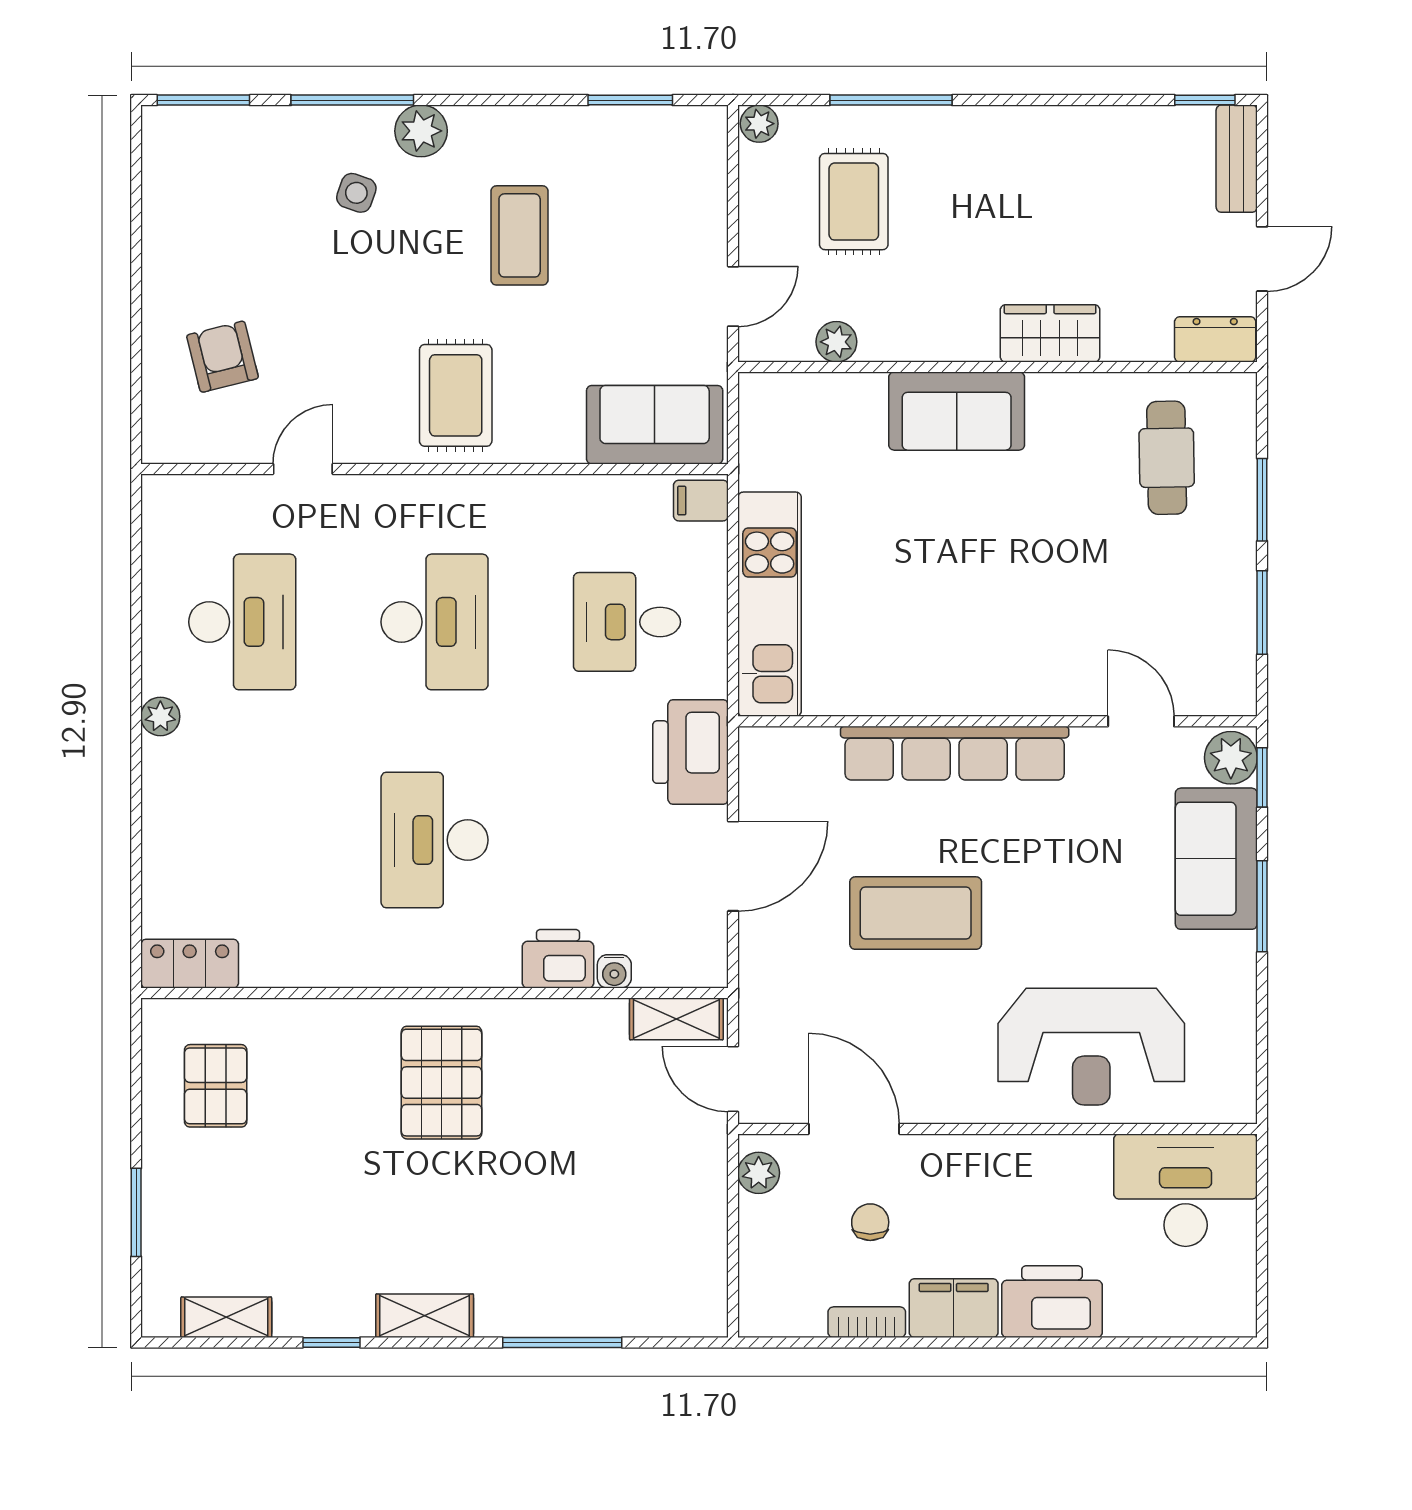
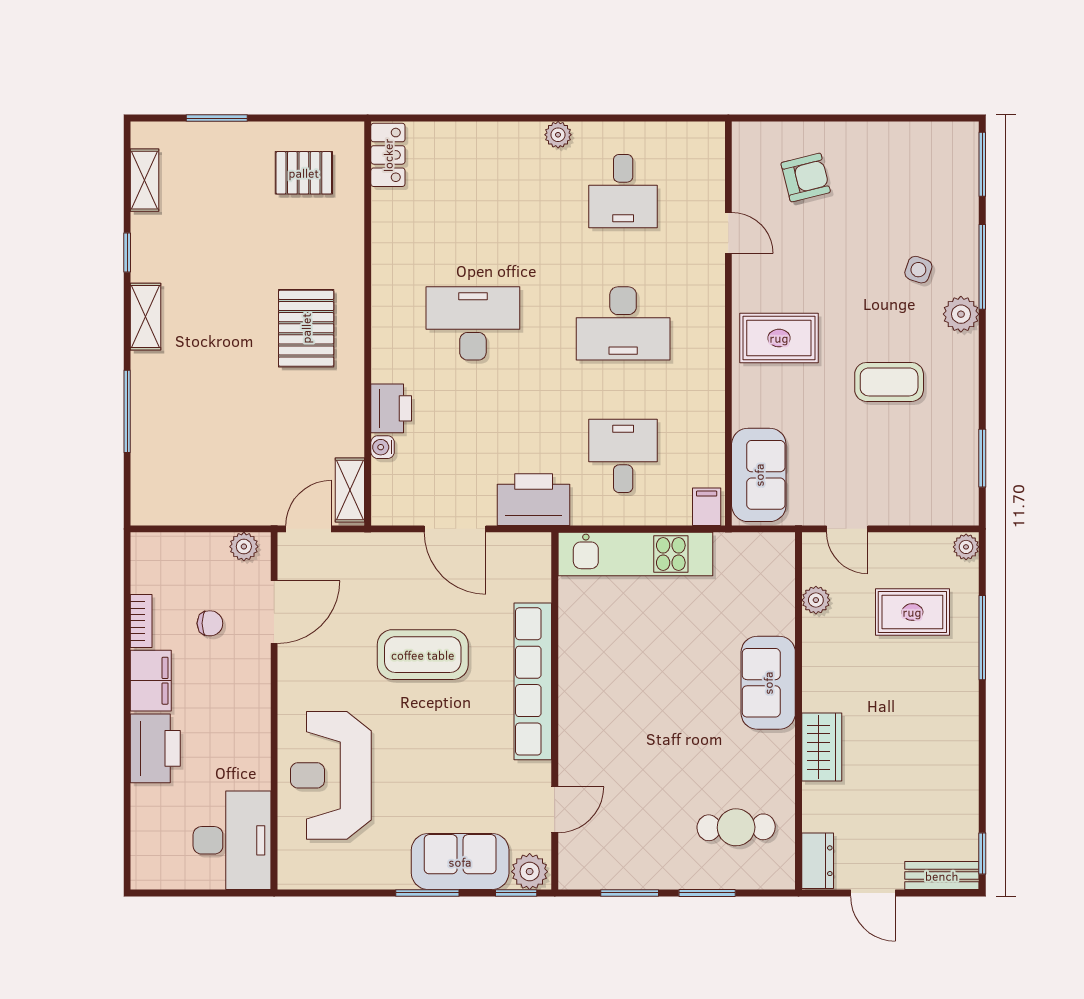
desk: (242, 622) -> (623, 191), width x0.73
coffee table: (916, 913) -> (423, 655), turned 90
pallet: (442, 1083) -> (306, 328), turned 90

